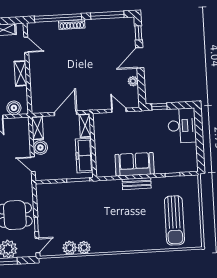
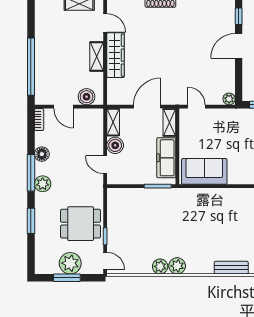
wardrobe: (36, 71) -> (116, 55), added
plant: (133, 81) -> (229, 99), moved
door: (119, 110) -> (196, 107), moved
sofa: (135, 164) -> (204, 171), moved
bench: (137, 184) -> (231, 268), moved
door: (37, 245) -> (105, 261), hinge flipped
plant: (70, 248) -> (177, 266), moved

